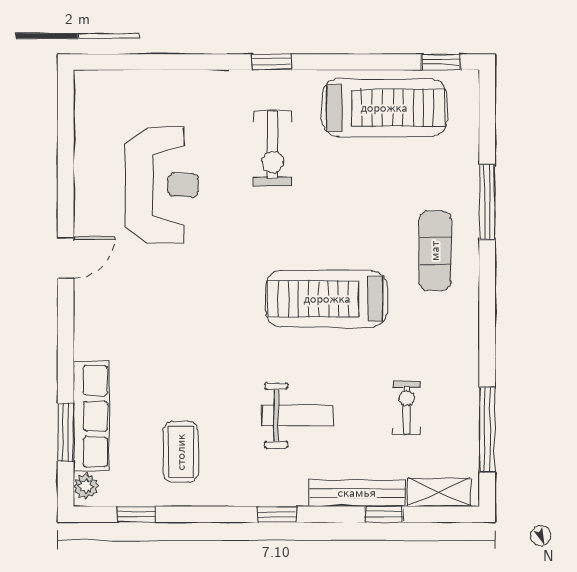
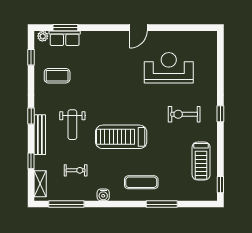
treadmill: (384, 108) -> (201, 161), width x0.73, depth x0.73
reception desk: (162, 185) -> (169, 68), turned 180
door: (66, 258) -> (138, 28), hinge flipped
treadmill: (327, 299) -> (121, 137), turned -90
water cooler: (465, 342) -> (103, 195), added
row of seats: (91, 416) -> (65, 38), width x0.68
bench: (357, 493) -> (40, 135), moved

